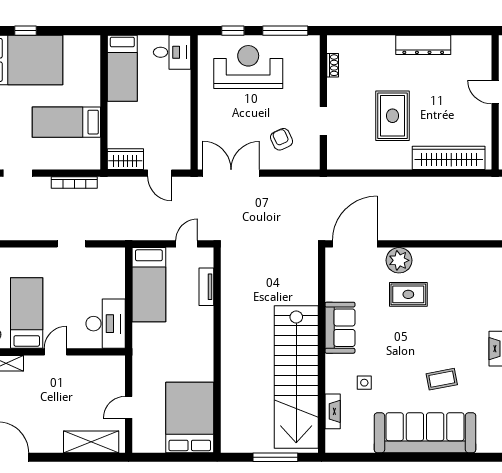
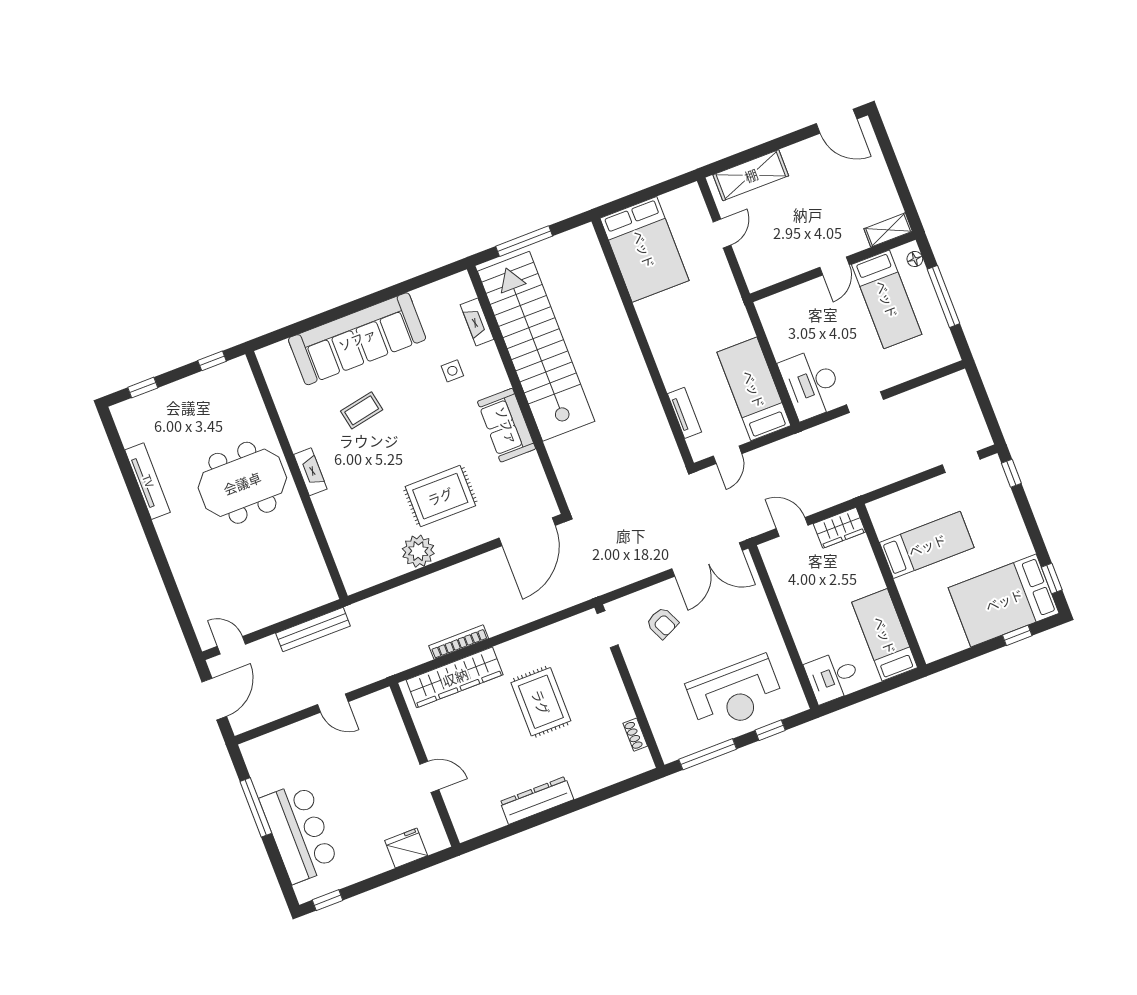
doorway: (323, 121) -> (608, 629), moved
bookcase: (74, 183) -> (459, 642), moved
plant: (399, 260) -> (418, 551), moved
rug: (408, 294) -> (440, 496), width x1.36, depth x1.43
desk: (106, 324) -> (811, 384), moved

